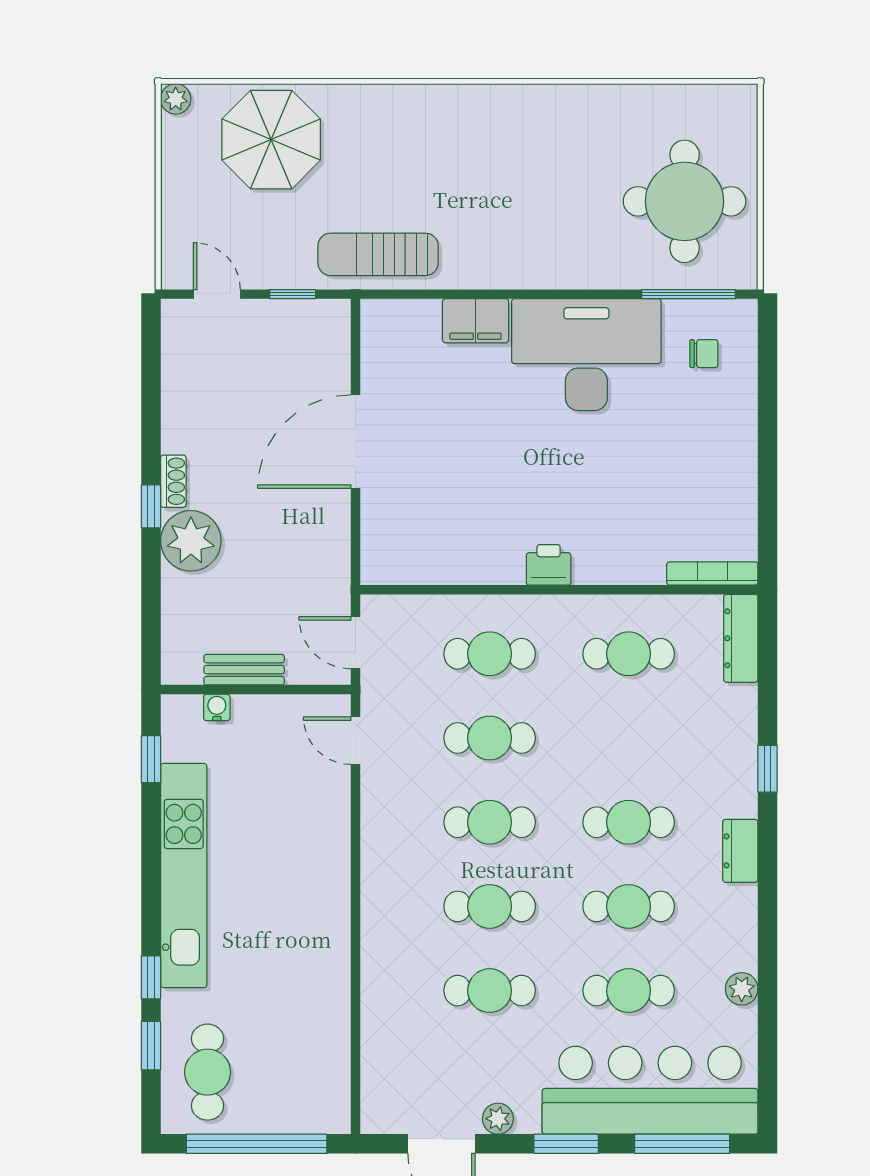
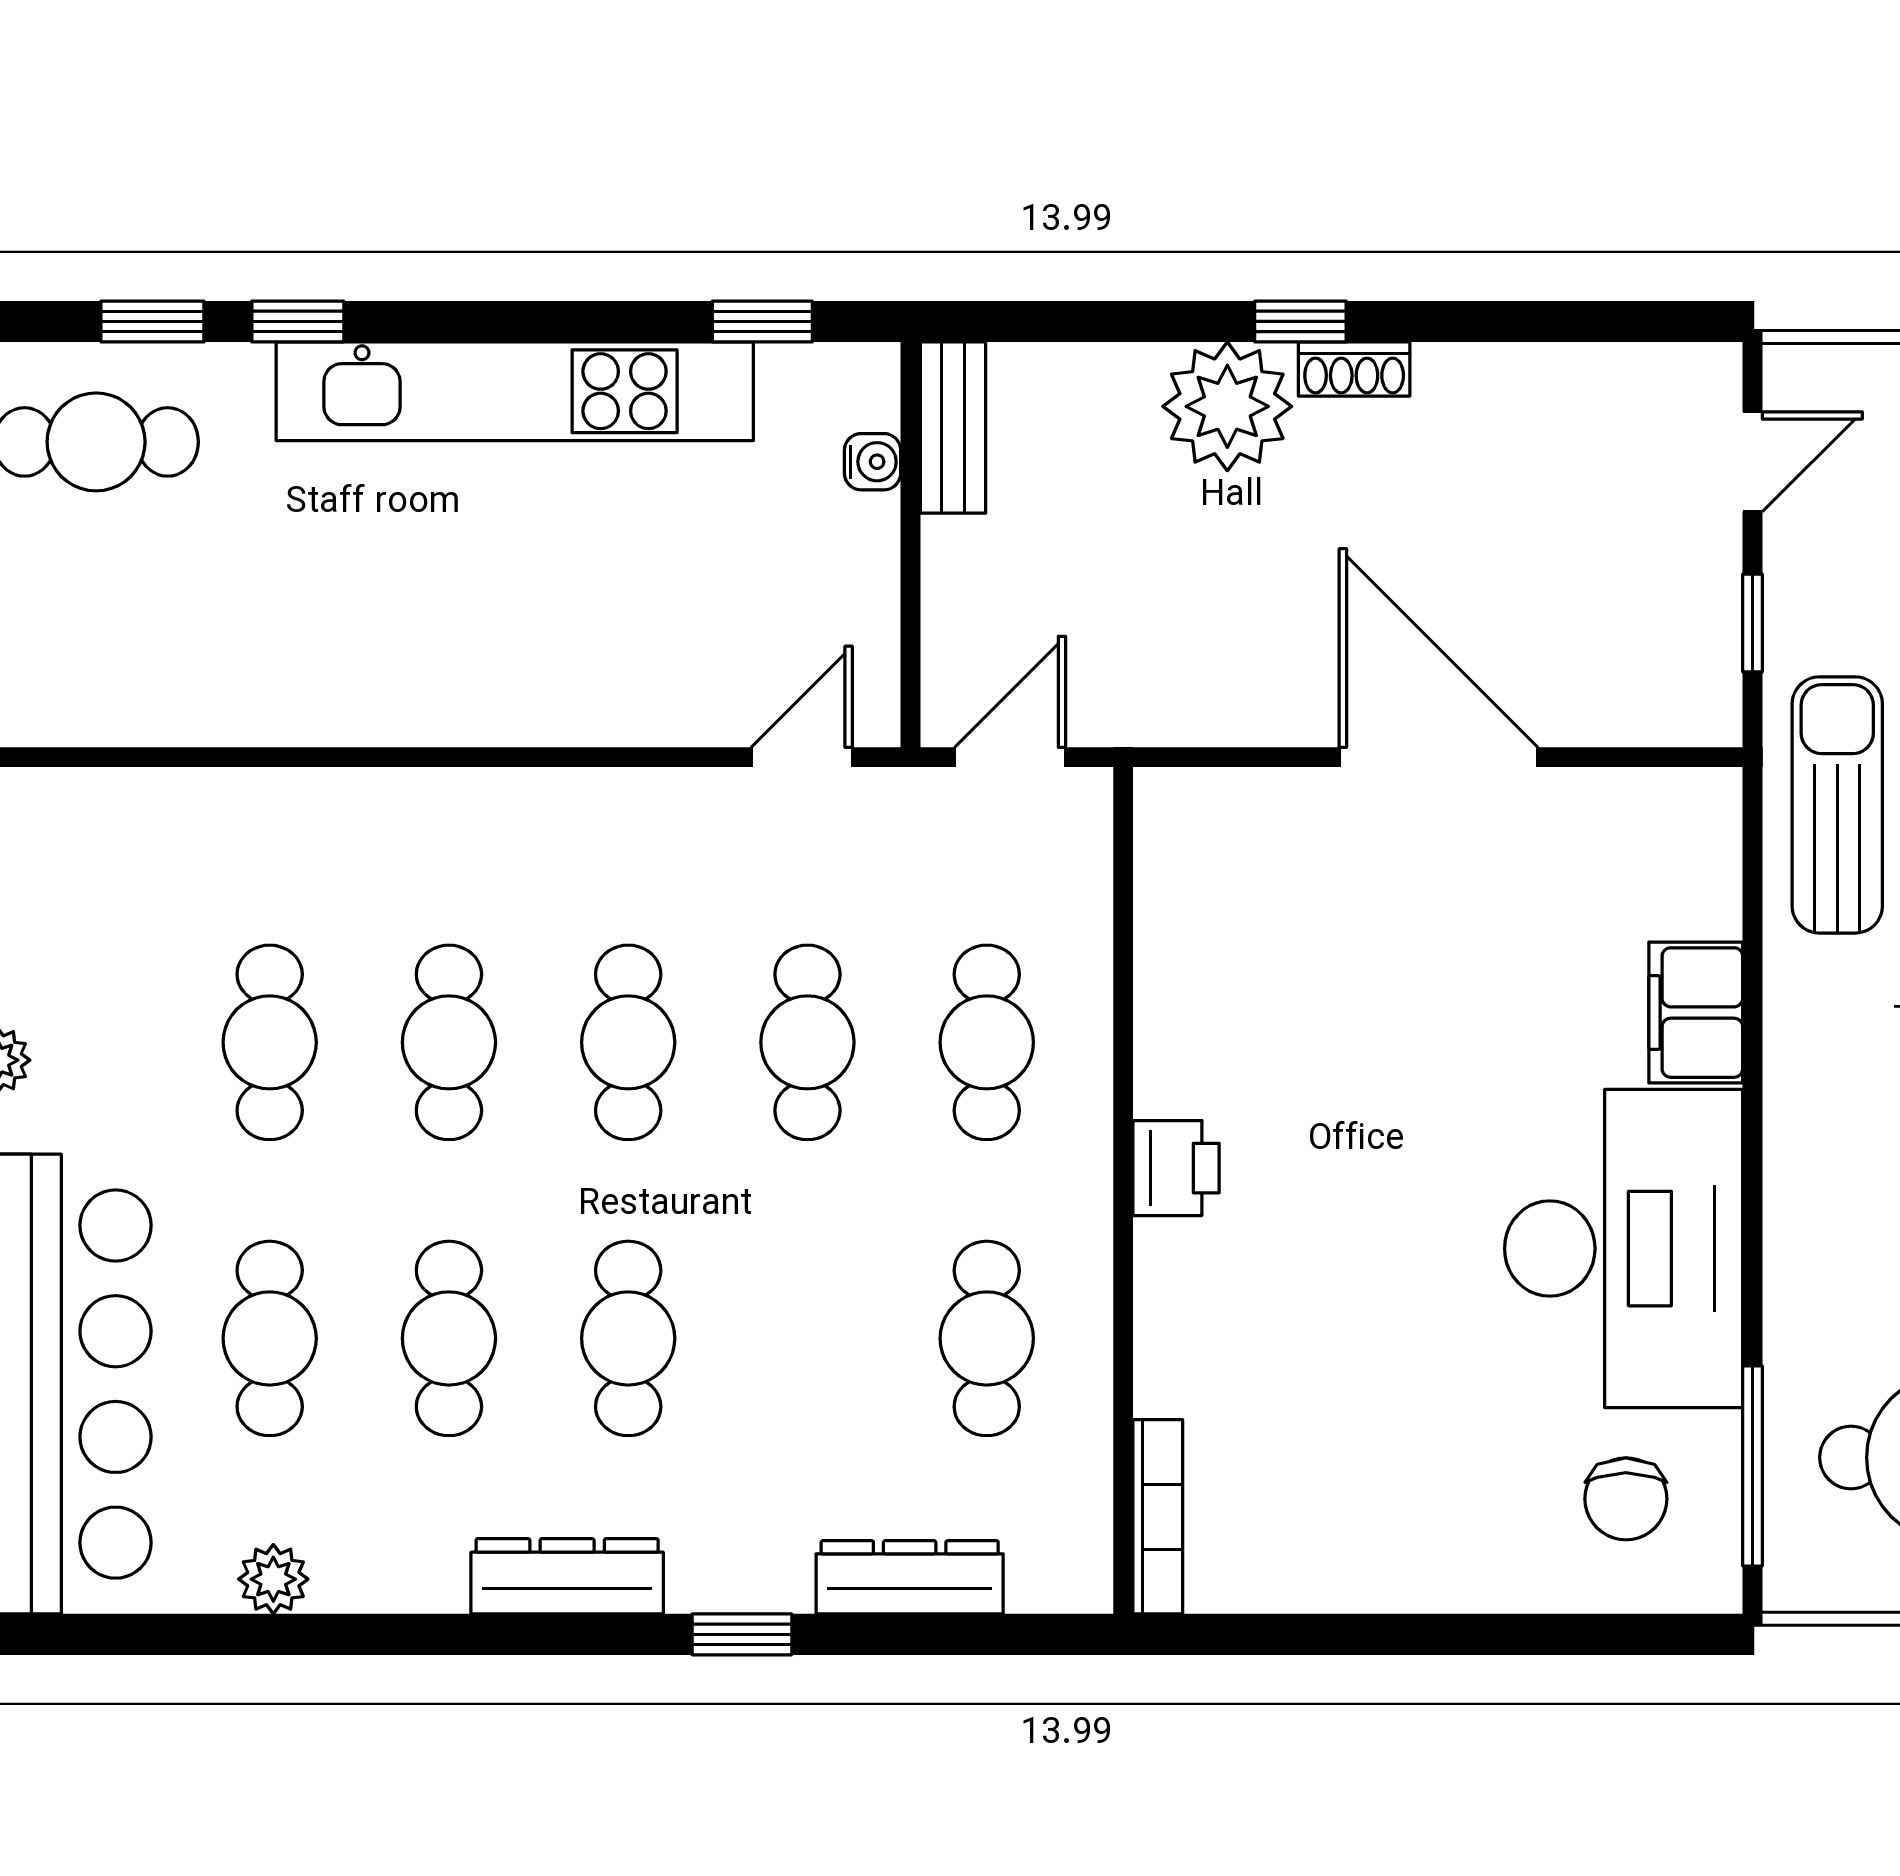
chair: (704, 354) -> (1626, 1499), width x1.37, depth x1.37
dresser: (741, 638) -> (910, 1577), moved
bench: (244, 670) -> (953, 428), moved
dresser: (740, 851) -> (567, 1576), width x1.44

